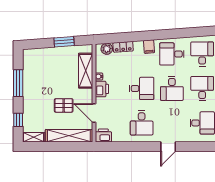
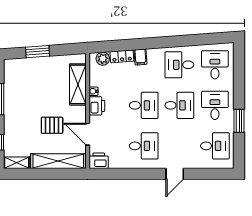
window: (64, 42) -> (38, 52), moved
filing cabinet: (149, 47) -> (140, 57), moved
desk: (172, 88) -> (179, 105), turned -90
desk: (142, 123) -> (144, 146), turned -90

